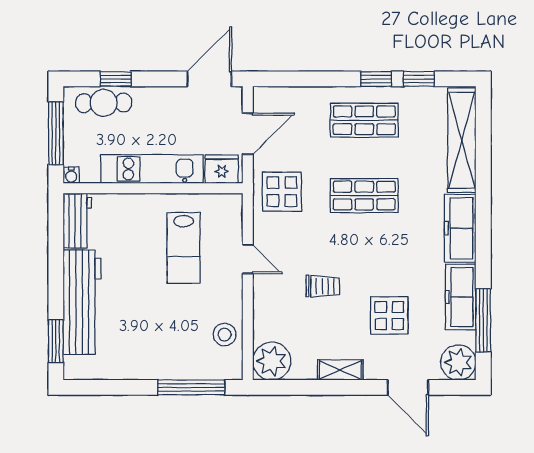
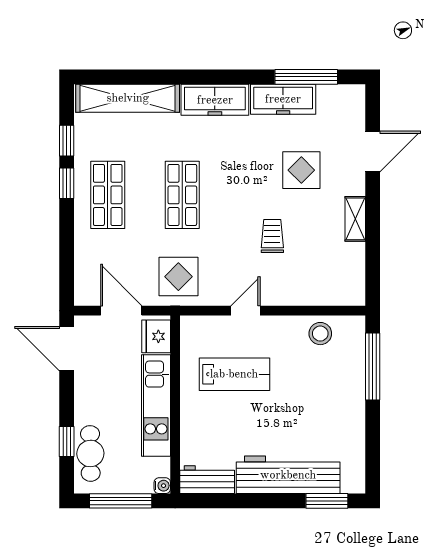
plant: (272, 361) -> (346, 287), removed
plant: (458, 362) -> (348, 102), removed

